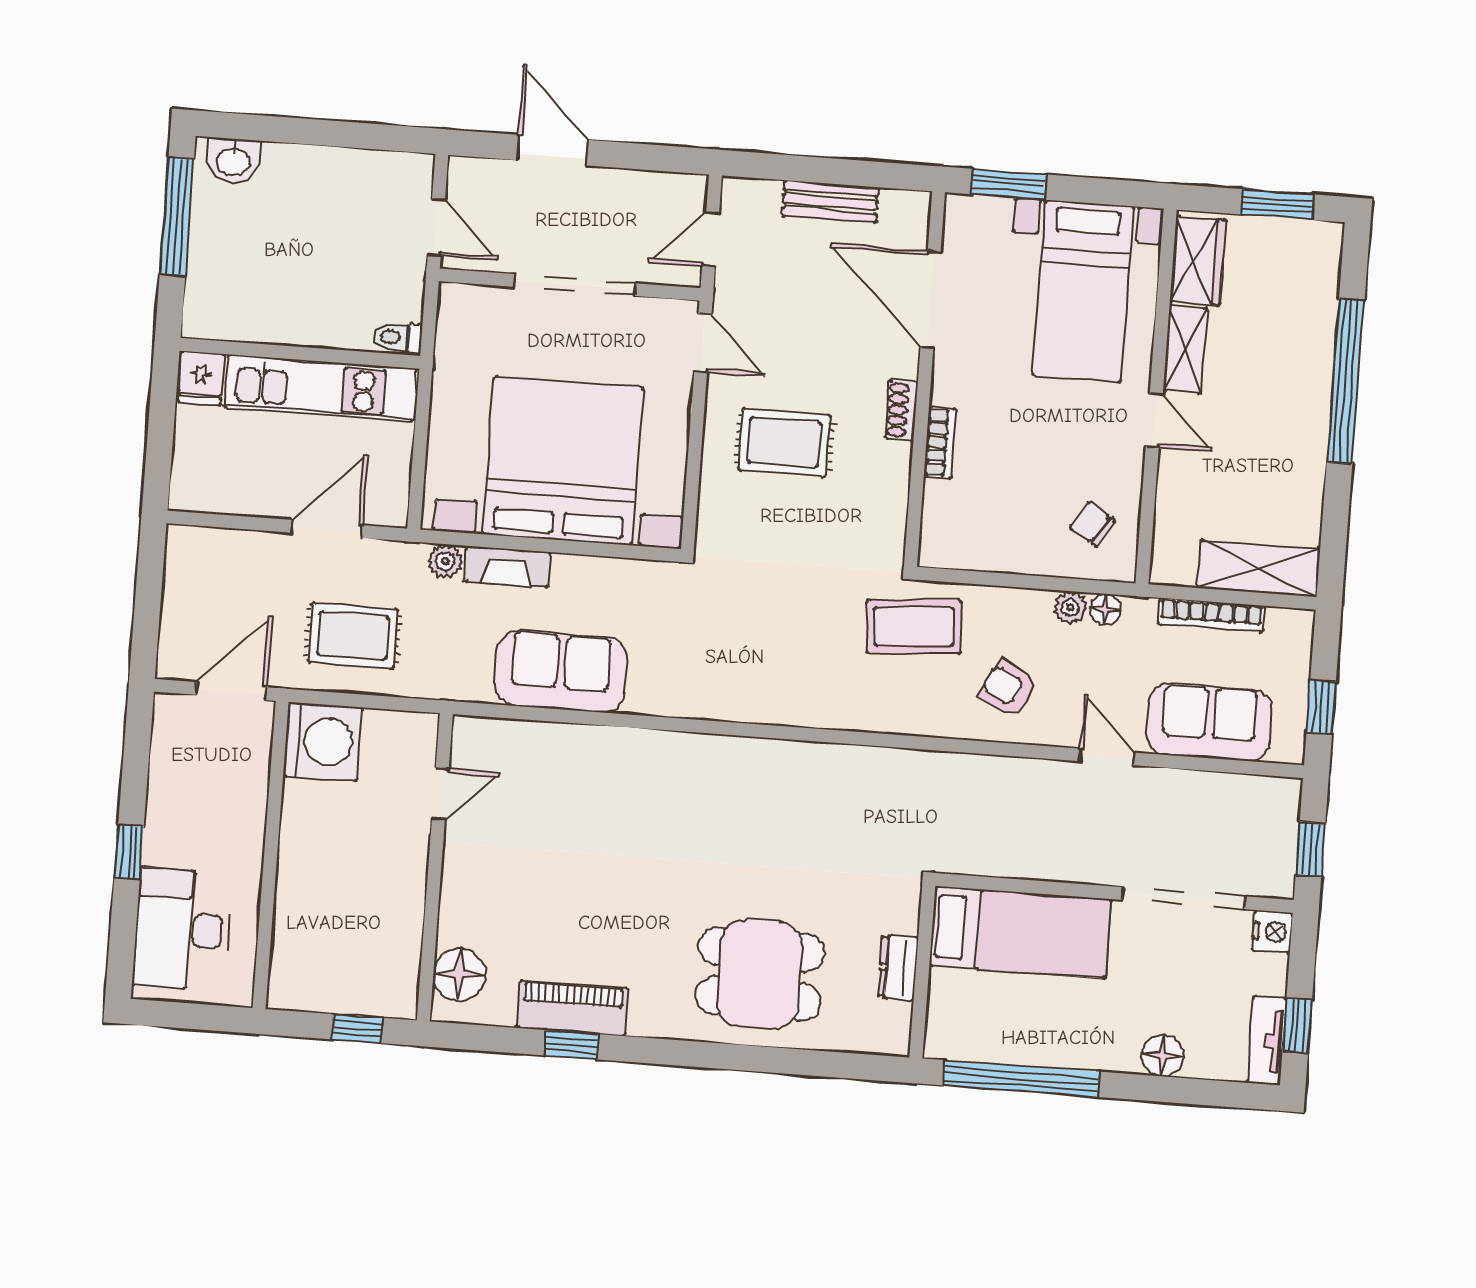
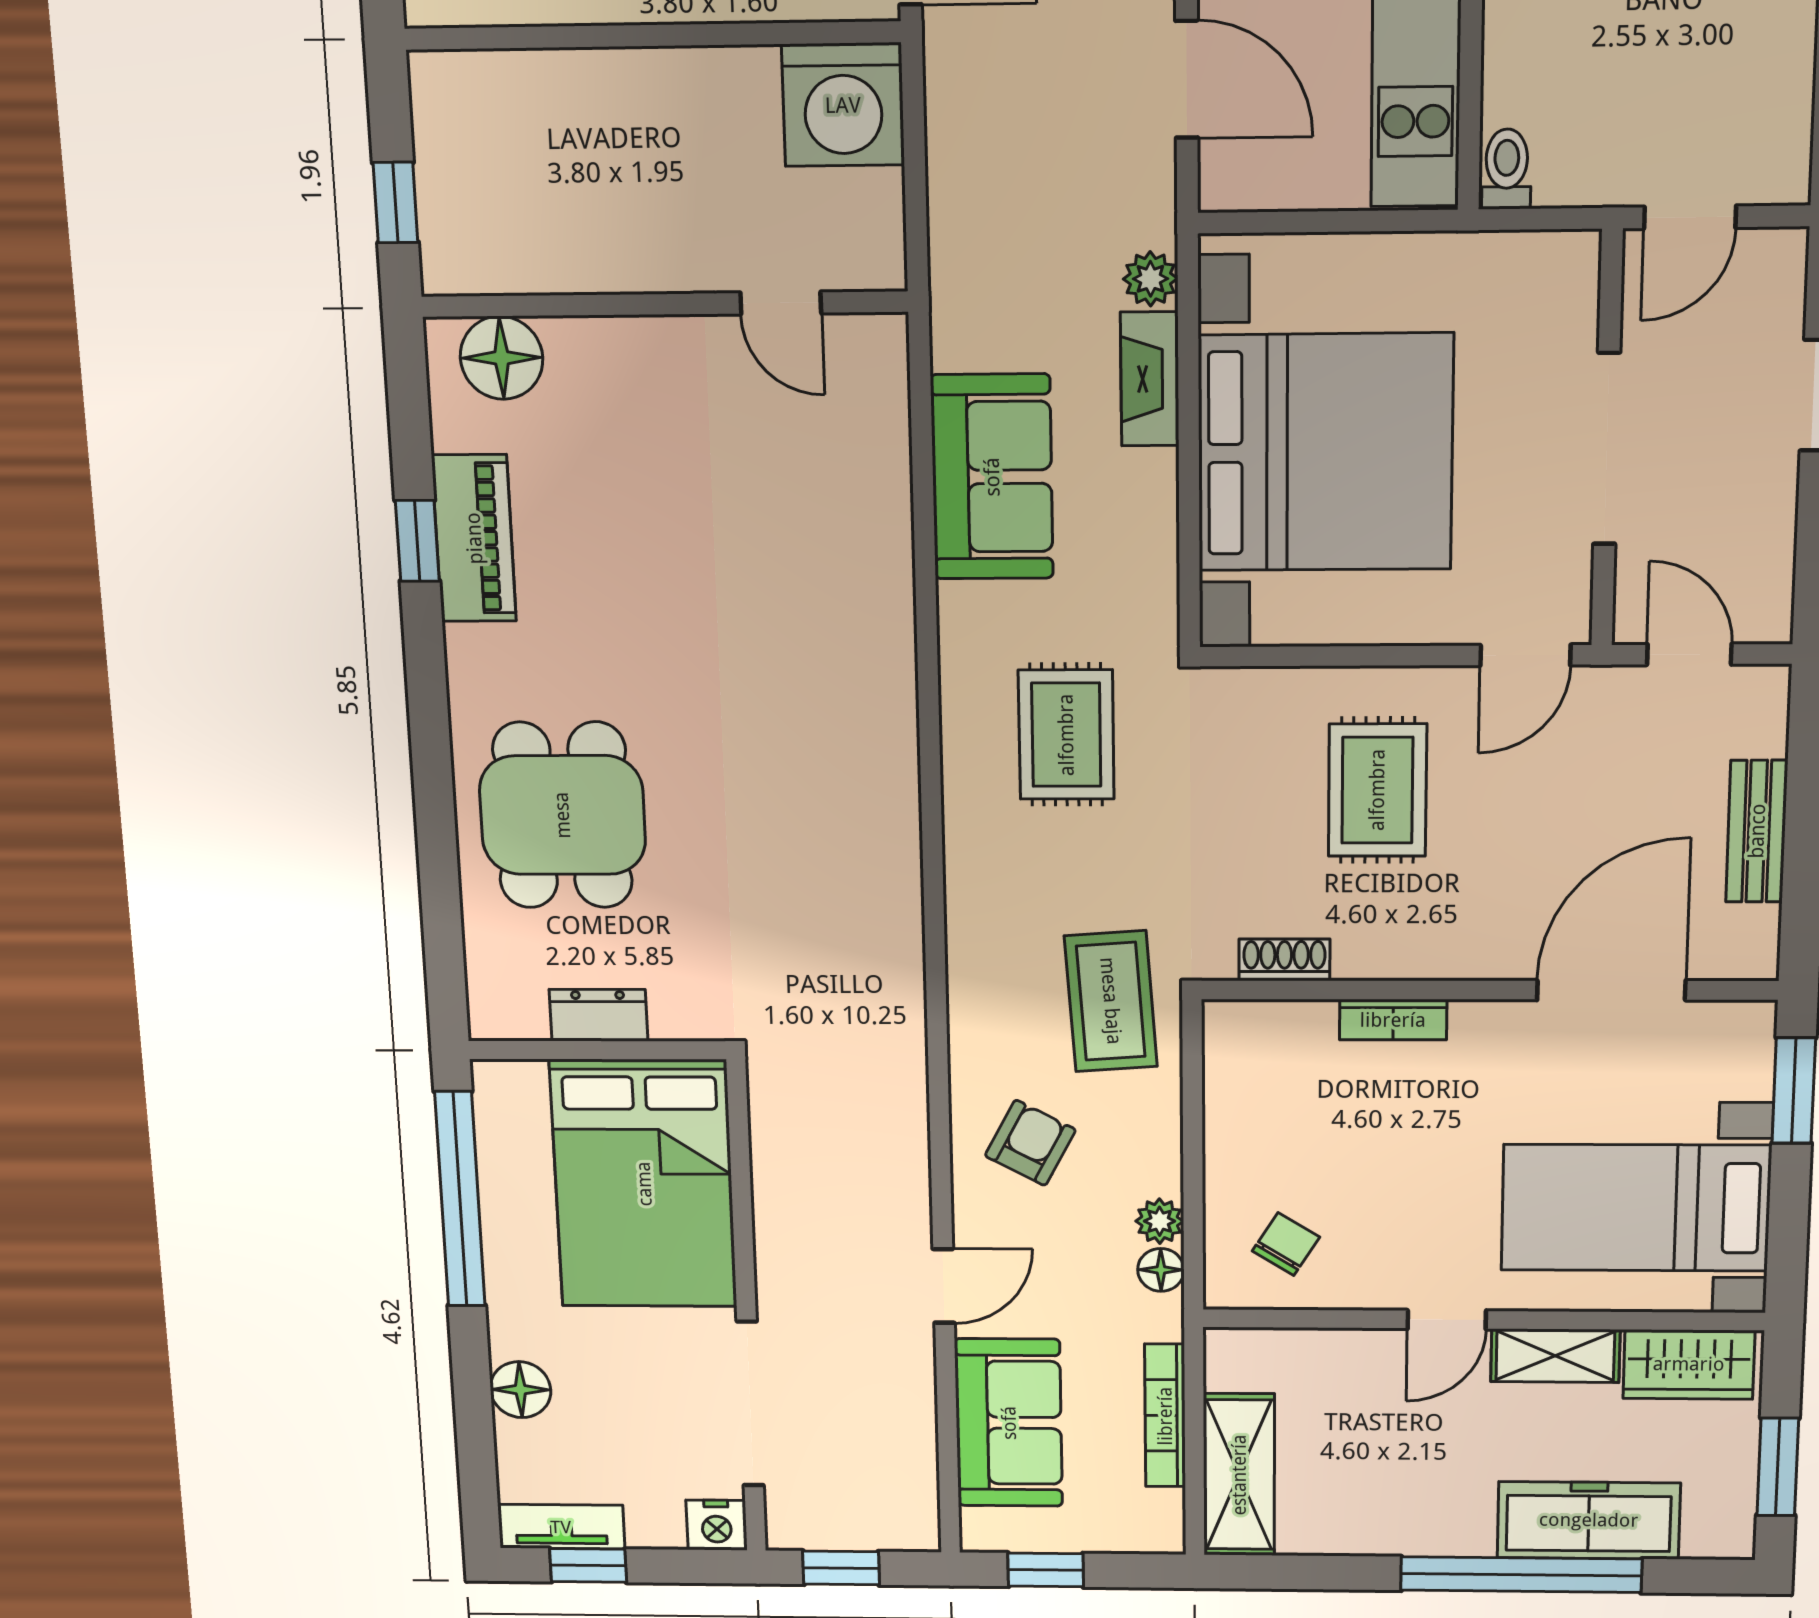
freezer: (1308, 333) -> (1589, 1520), added
shoe rack: (901, 410) -> (1284, 960), moved
rug: (353, 636) -> (1066, 735), moved
bed: (1020, 932) -> (644, 1184), width x1.50

